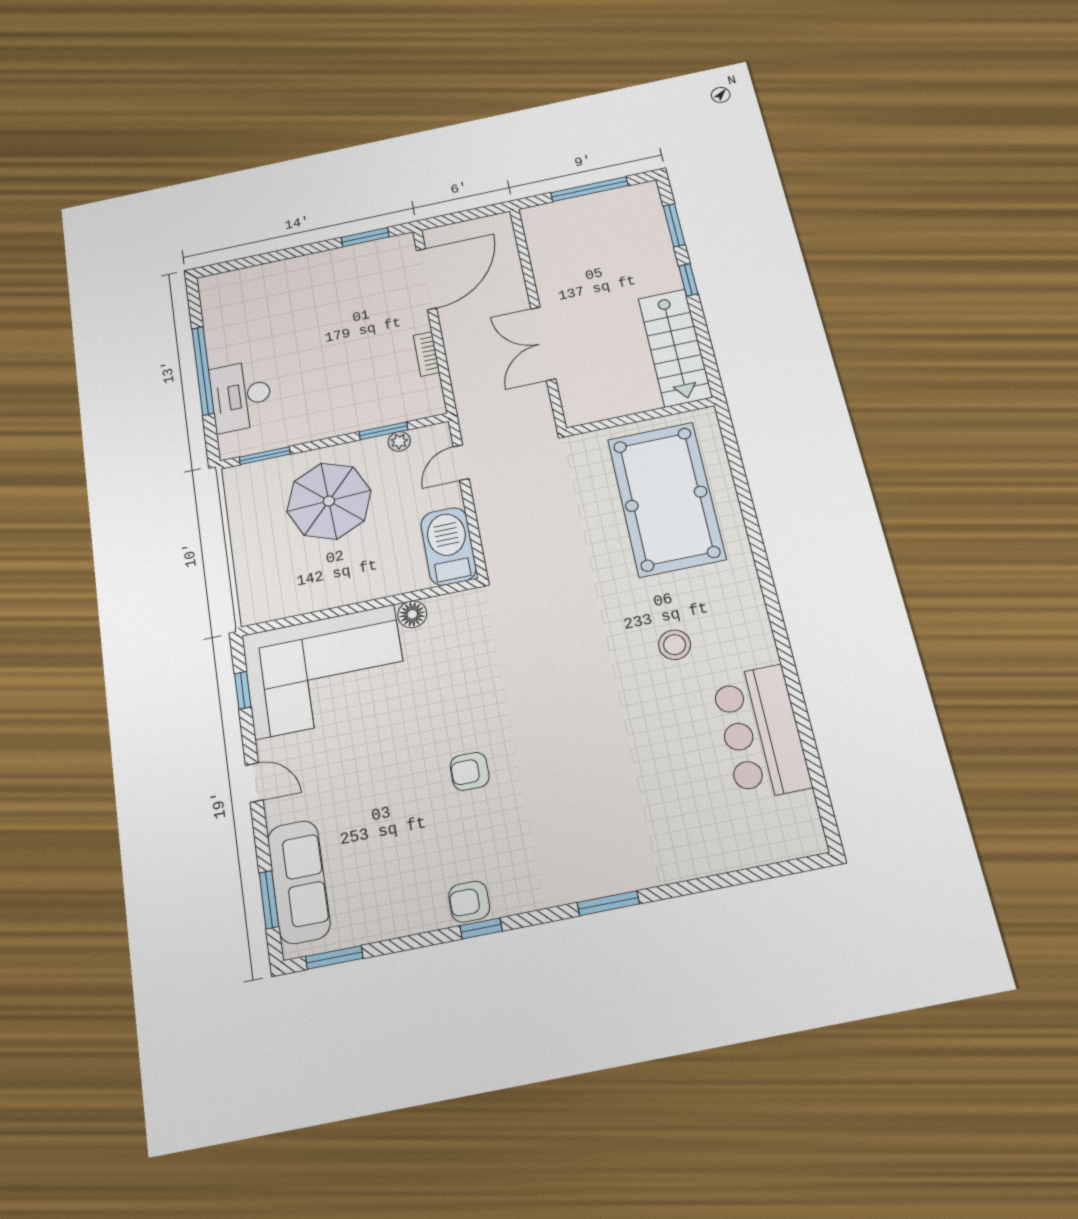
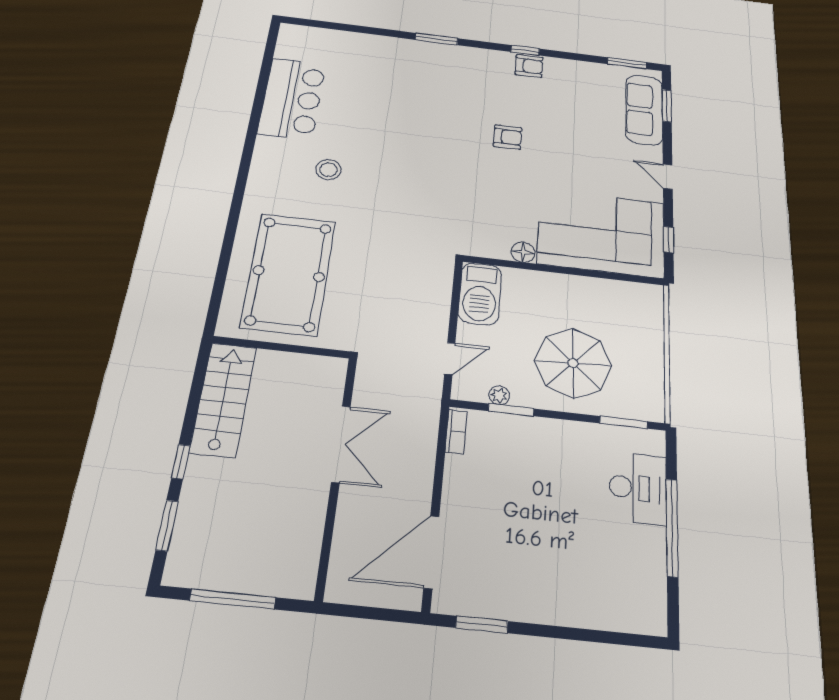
bookcase: (426, 354) -> (456, 431), moved

